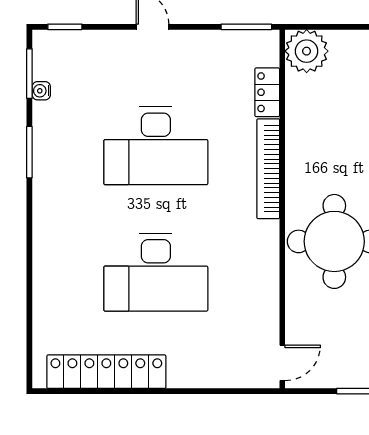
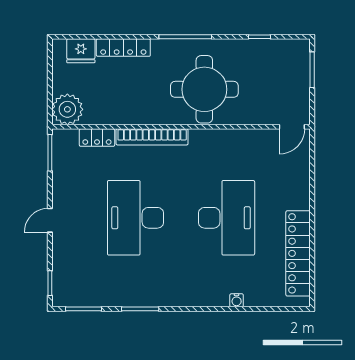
water cooler: (41, 91) -> (237, 300), moved
desk: (156, 146) -> (136, 218), turned 180
door: (282, 363) -> (292, 127), swing flipped

